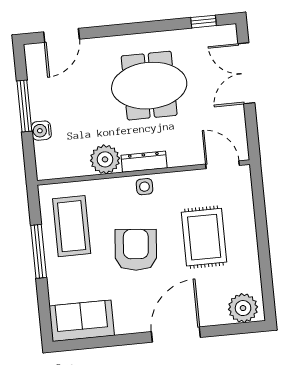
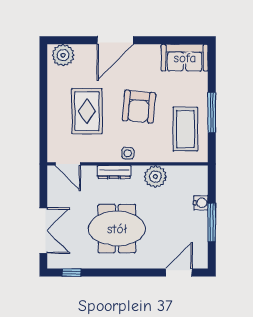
dresser: (144, 162) -> (114, 172), moved

